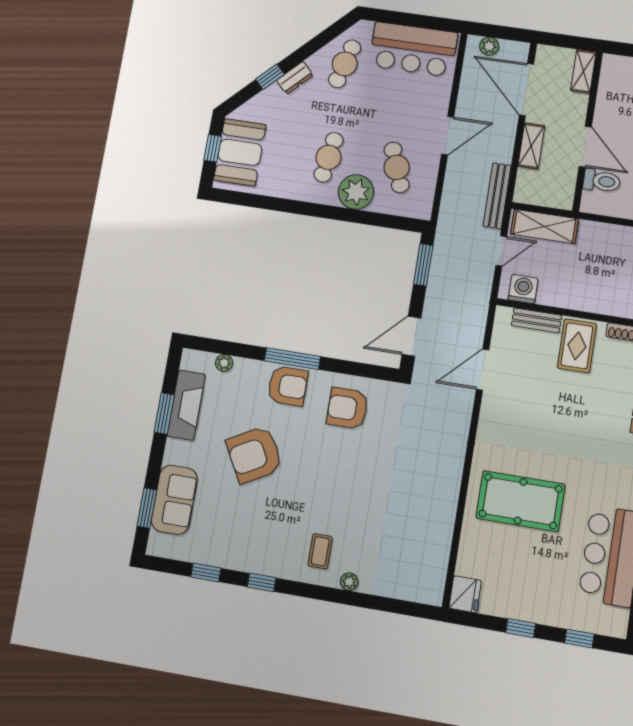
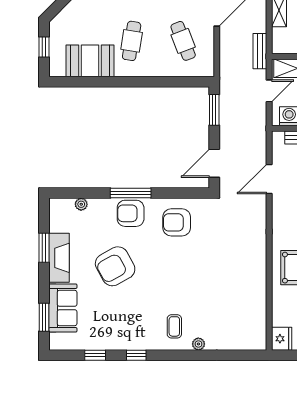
booth: (240, 152) -> (90, 61), moved, turned 90
plant: (356, 192) -> (156, 64), removed
bench: (497, 196) -> (260, 51), width x0.73
armchair: (288, 386) -> (131, 213), turned 180
fireplace: (186, 405) -> (59, 258), moved

